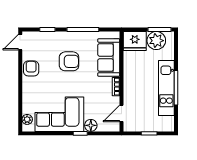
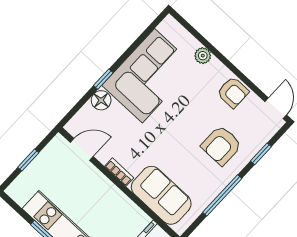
armchair: (69, 61) -> (221, 145), moved
door: (122, 113) -> (82, 149), hinge flipped
plant: (27, 119) -> (203, 56), moved

